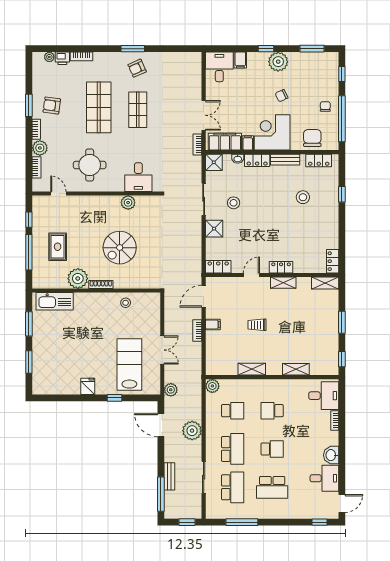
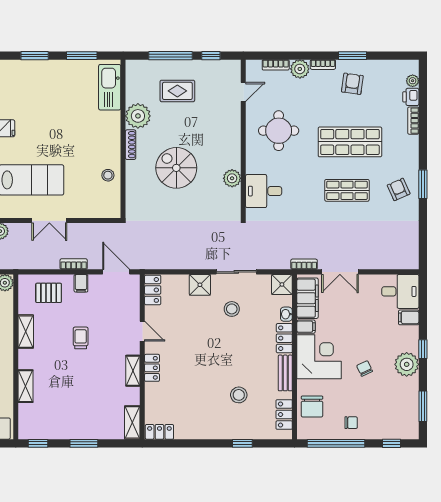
chair: (312, 138) -> (312, 407), turned 90
pallet: (221, 351) -> (49, 293), added

